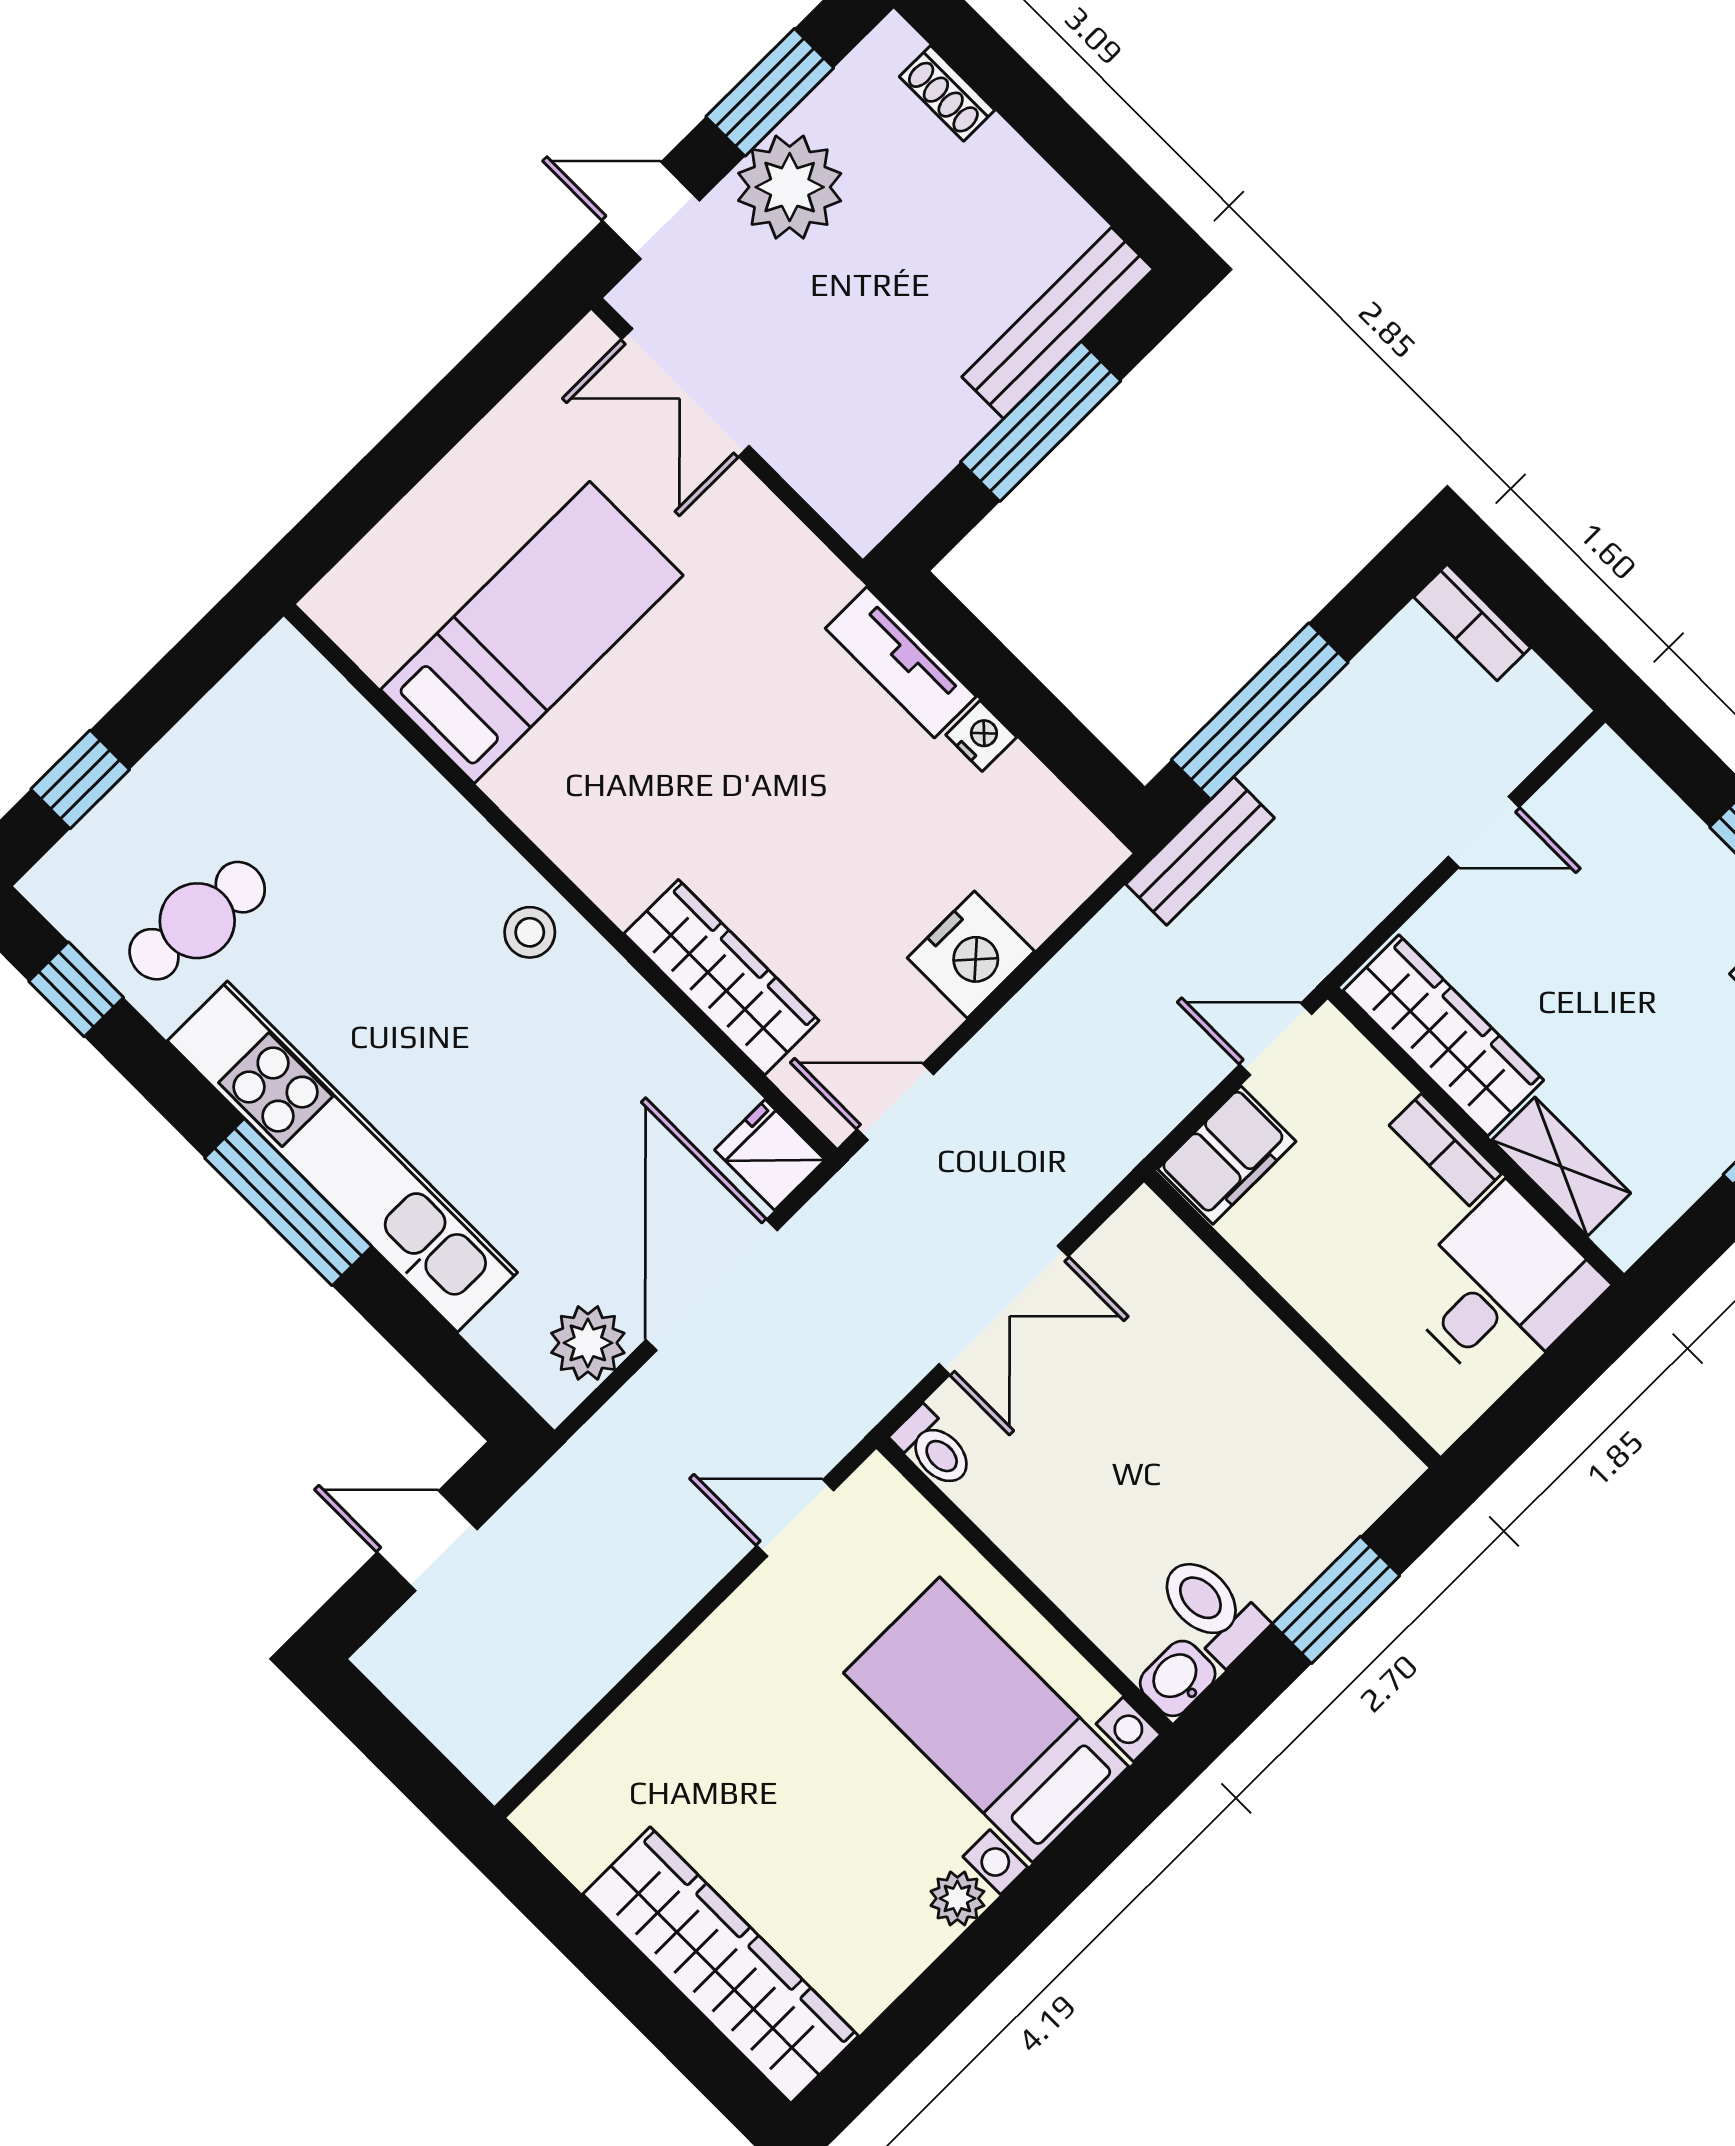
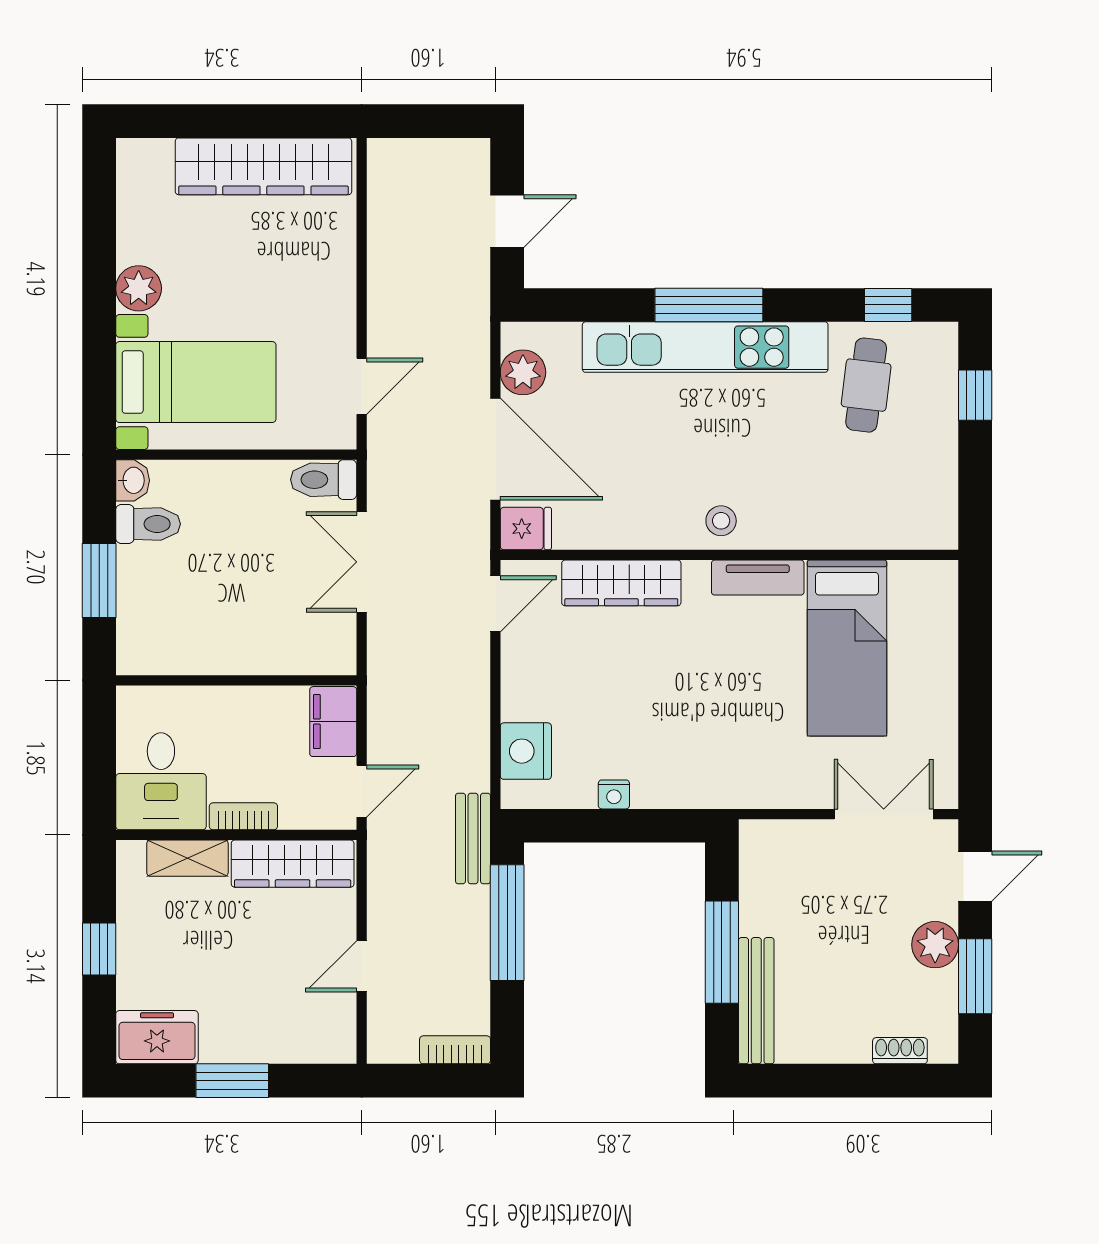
plant: (790, 187) -> (935, 945), width x0.73, depth x0.73
tv unit: (901, 662) -> (758, 578), moved, turned 180
nightstand: (971, 955) -> (526, 751), moved
toilet: (934, 1448) -> (324, 480), width x1.37, depth x1.39
plant: (957, 1898) -> (139, 288), width x1.38, depth x1.38
wardrobe: (721, 1965) -> (263, 166), moved

